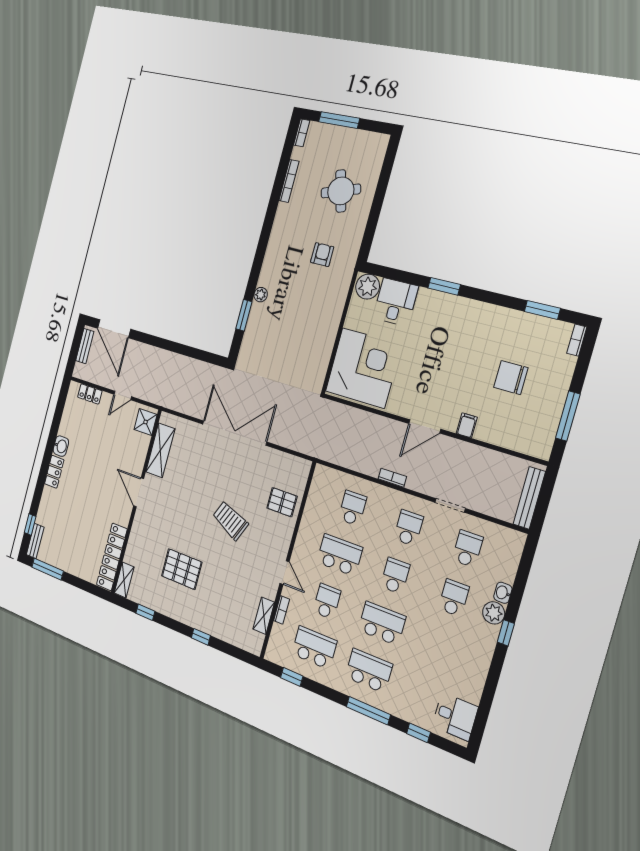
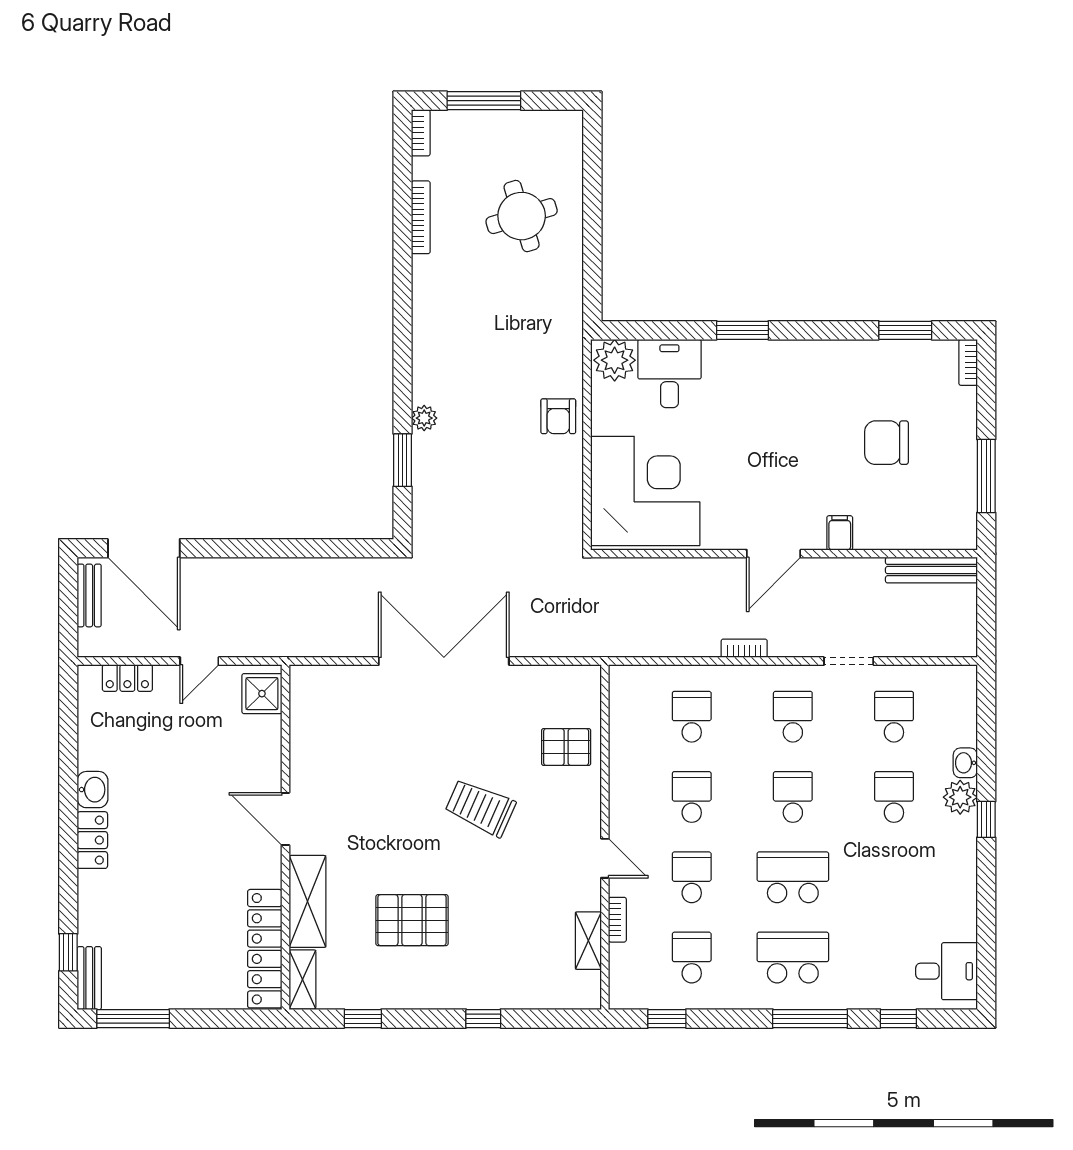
armchair: (322, 255) -> (558, 416), moved, turned 180
shelving: (160, 450) -> (308, 901), moved
bench: (529, 498) -> (931, 570), moved, turned 90
school desk: (340, 555) -> (692, 797), width x0.54
school desk: (314, 648) -> (692, 958), width x0.54

